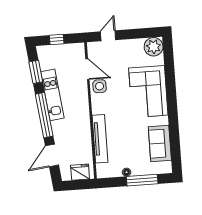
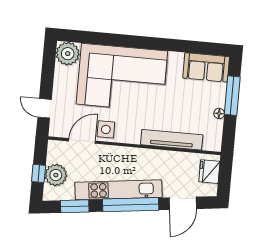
plant: (58, 53) -> (56, 175), added
corner sofa: (148, 92) -> (122, 78), width x1.36, depth x1.36
kitchen unit: (52, 95) -> (118, 190), width x1.36
sofa: (160, 143) -> (206, 67), moved
door: (52, 155) -> (183, 203), hinge flipped

